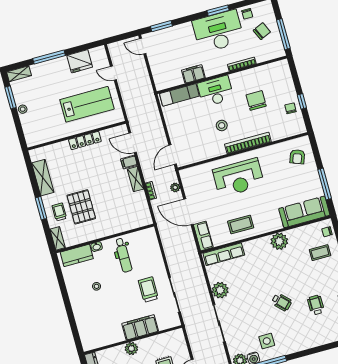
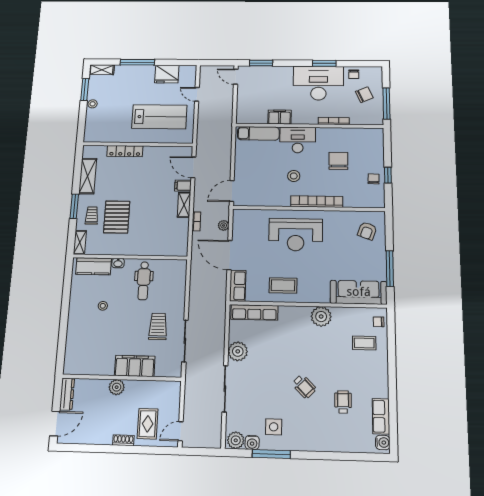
locker: (85, 140) -> (125, 151), moved

